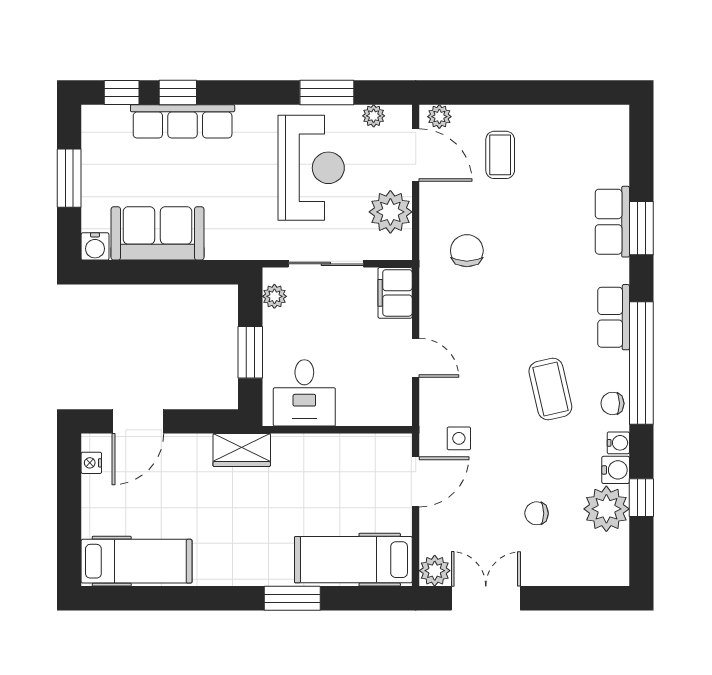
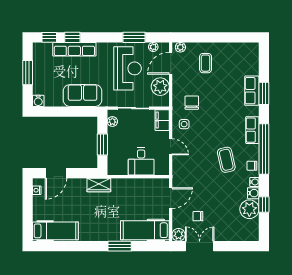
door: (416, 155) -> (171, 63), swing flipped
sofa: (158, 233) -> (83, 96), moved
desk: (304, 393) -> (141, 161), moved
side table: (459, 438) -> (184, 124), moved
chair: (537, 513) -> (198, 216), moved

